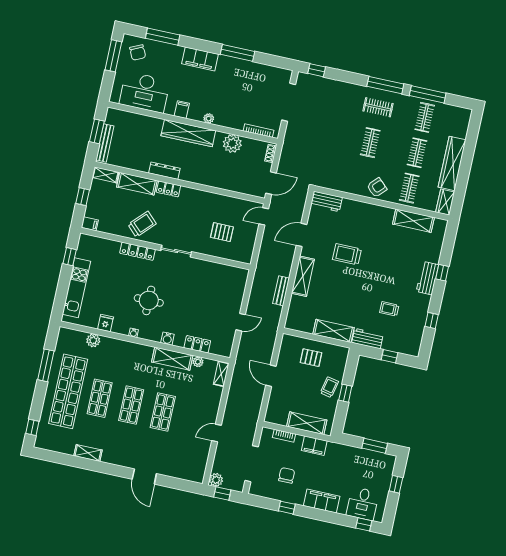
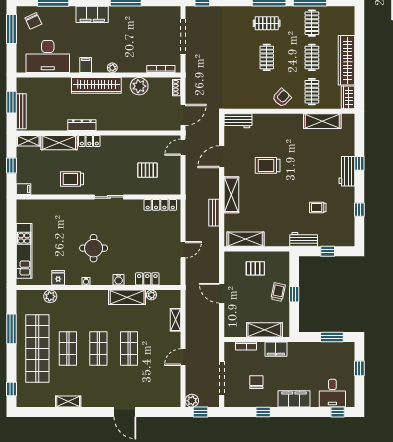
trolley: (142, 224) -> (72, 179), turned -134
locker: (137, 251) -> (160, 205), moved
window: (70, 257) -> (11, 224), removed
shelving: (333, 331) -> (245, 239), moved
shelving: (221, 374) -> (175, 320), moved

